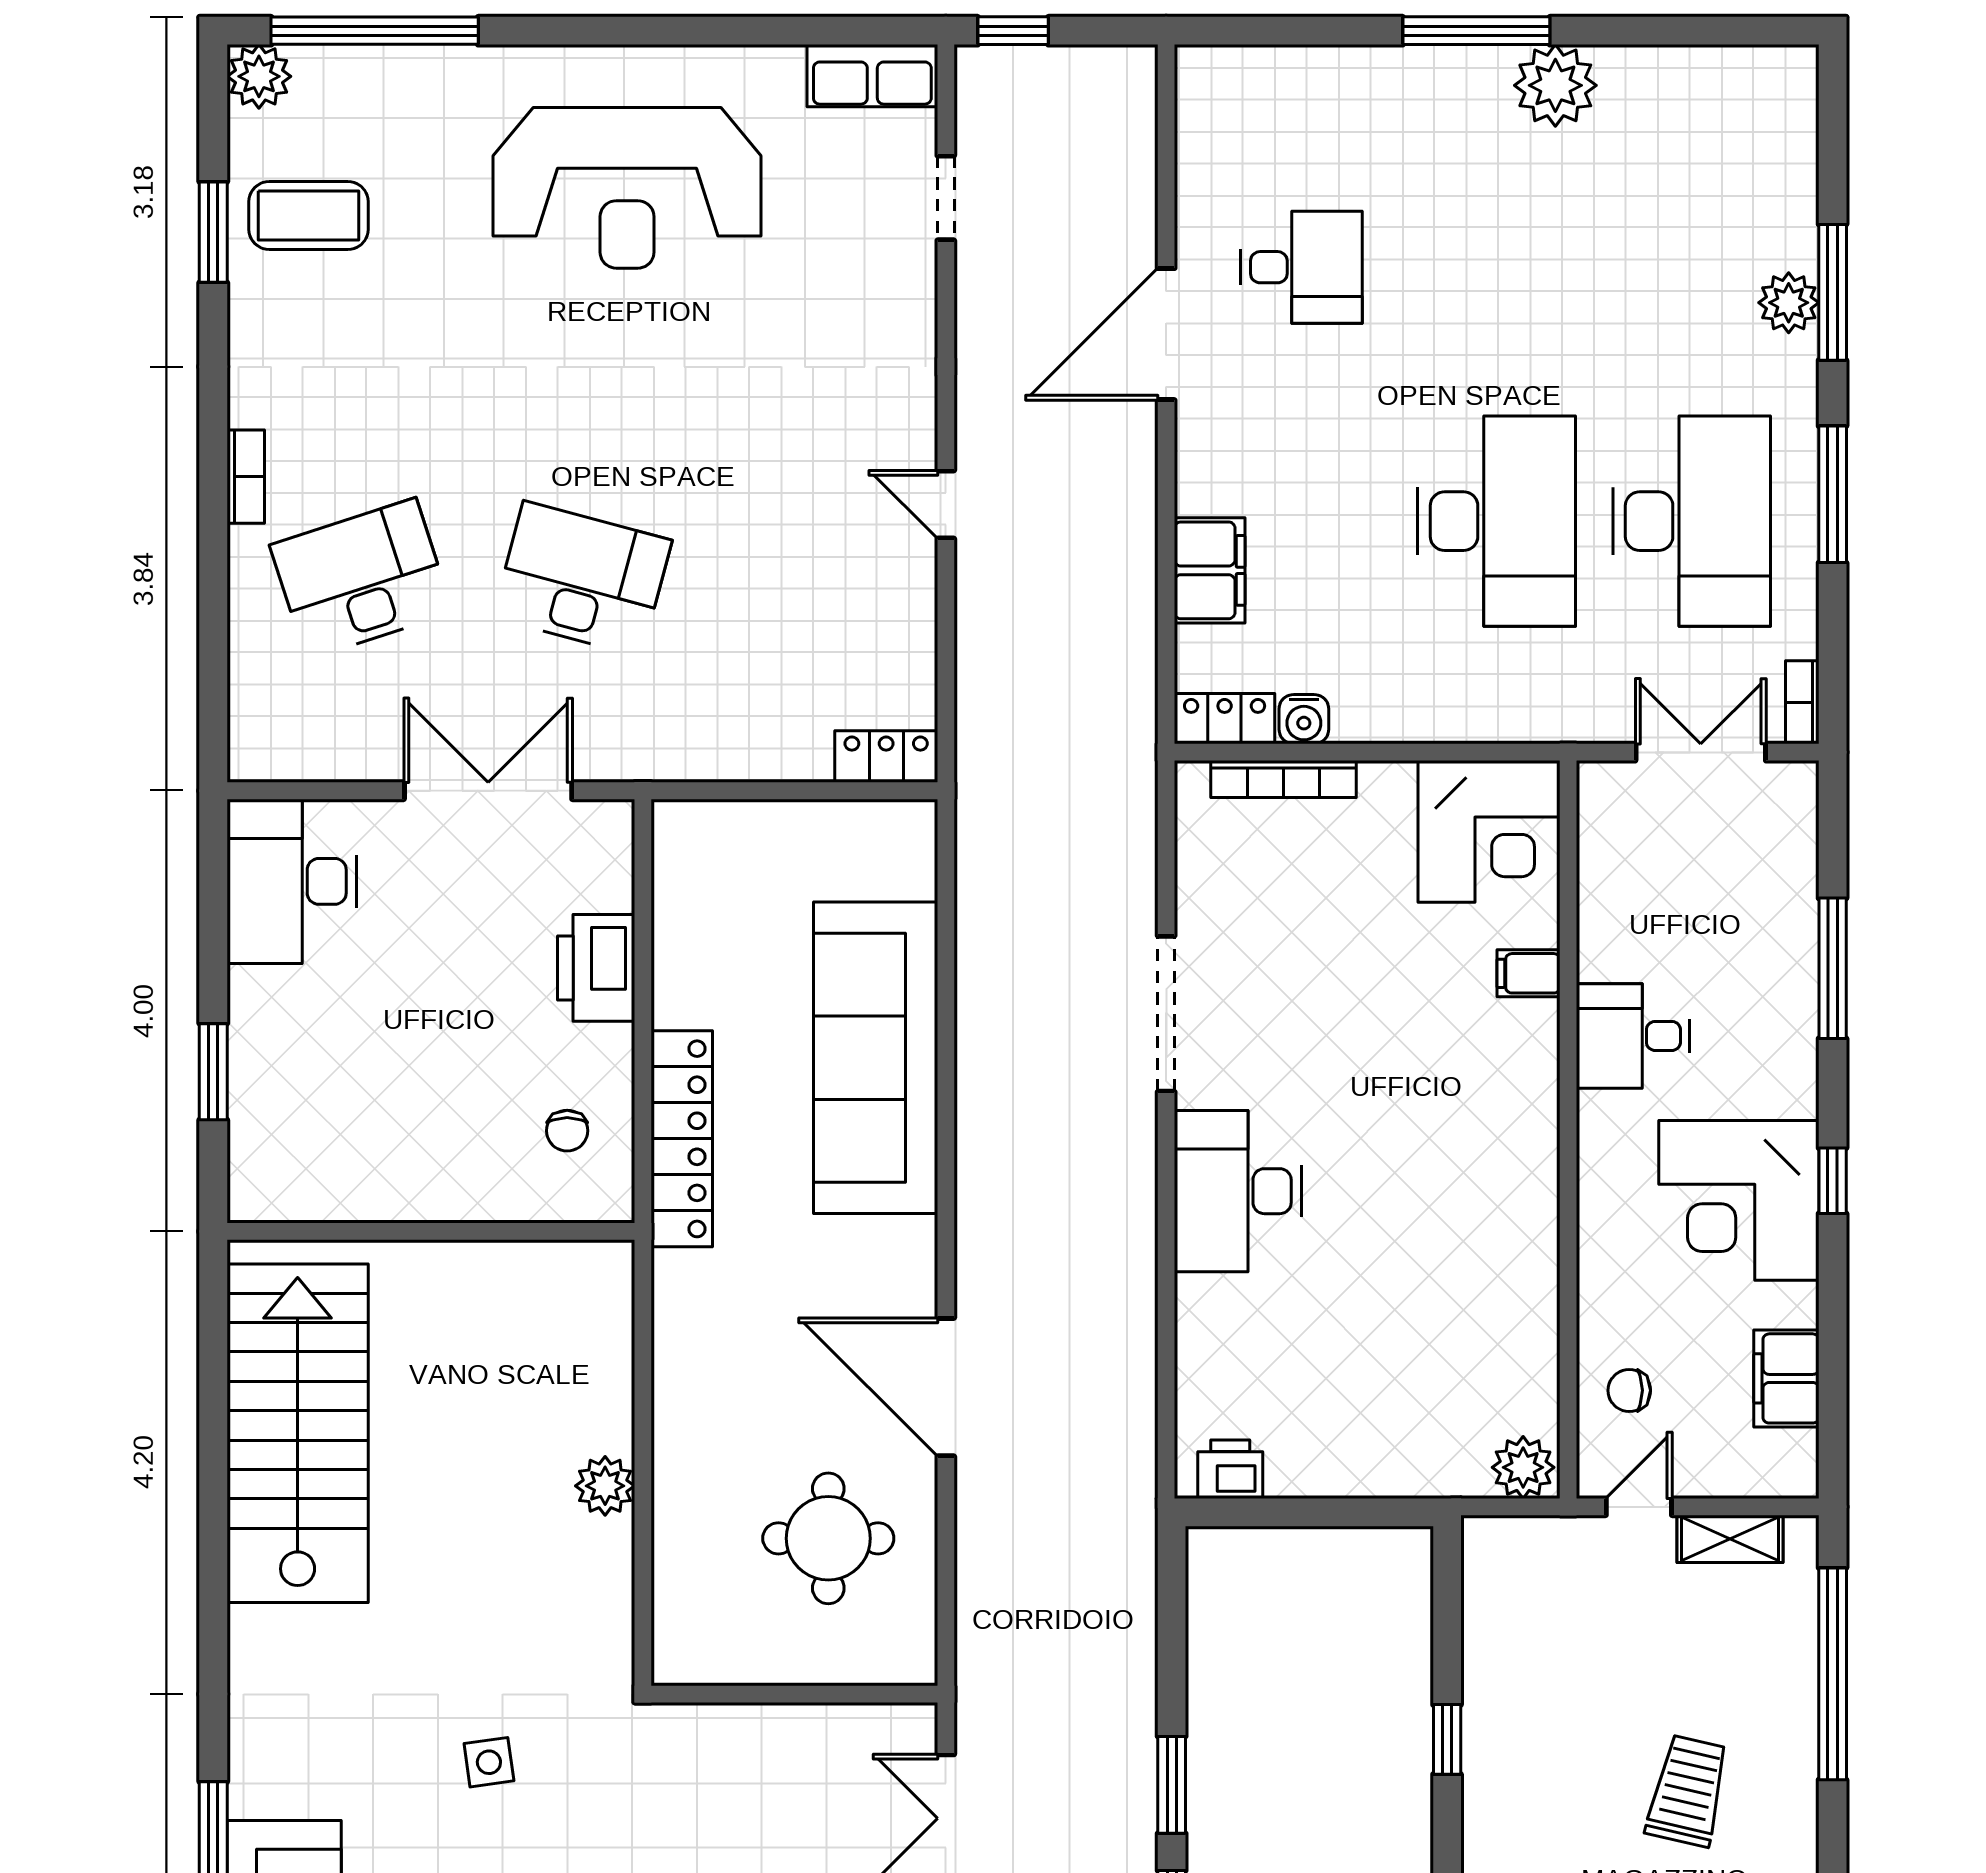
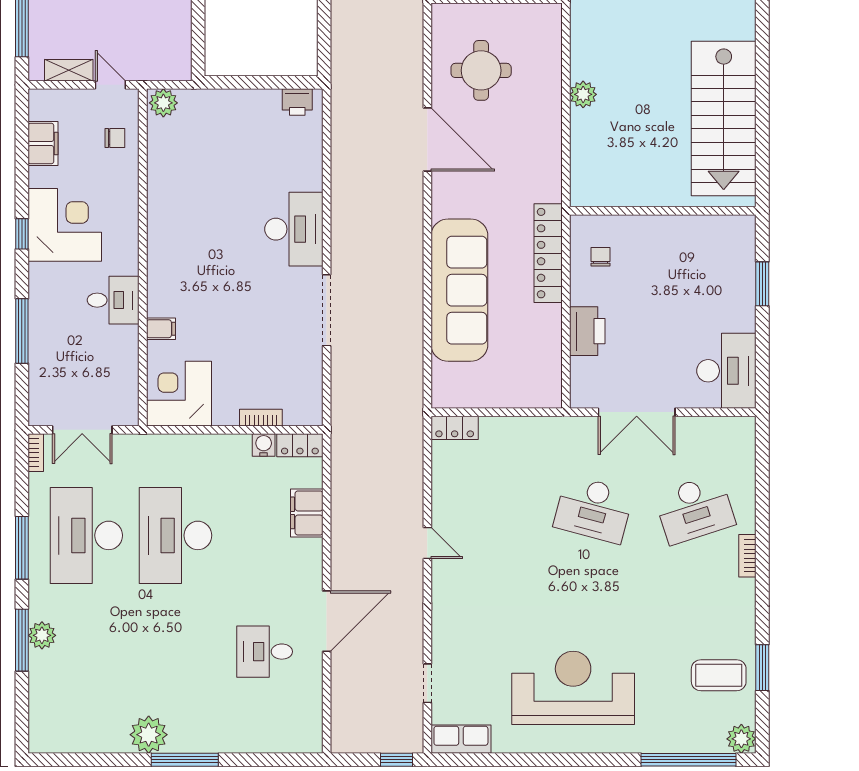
bookcase: (1284, 779) -> (261, 418), width x0.64
door: (1639, 1507) -> (110, 85), swing flipped

